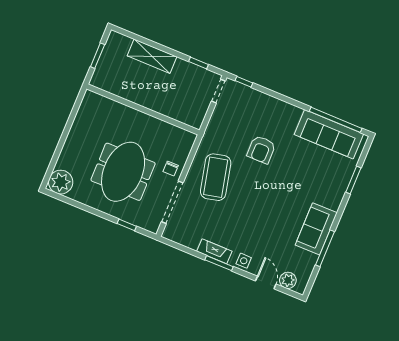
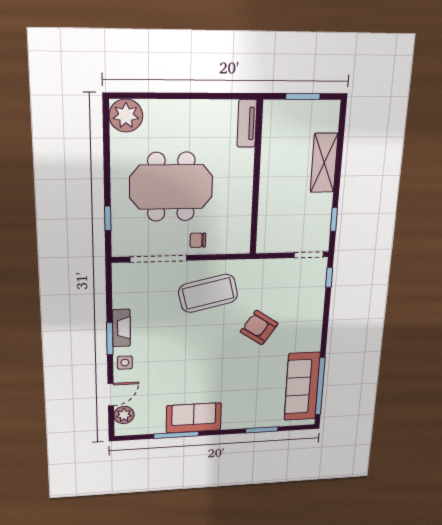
tv unit: (100, 102) -> (247, 123), added
armchair: (261, 150) -> (259, 328), turned 34

